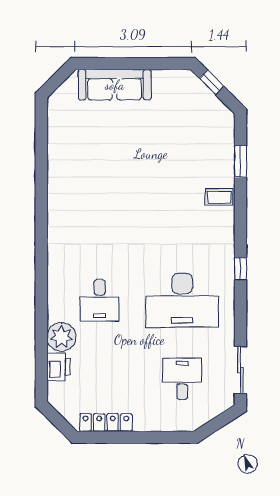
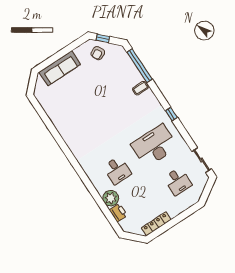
armchair: (189, 100) -> (98, 53), added
window: (240, 161) -> (140, 66), width x2.11
desk: (182, 300) -> (154, 146), turned 180
desk: (182, 379) -> (178, 181), turned 180

